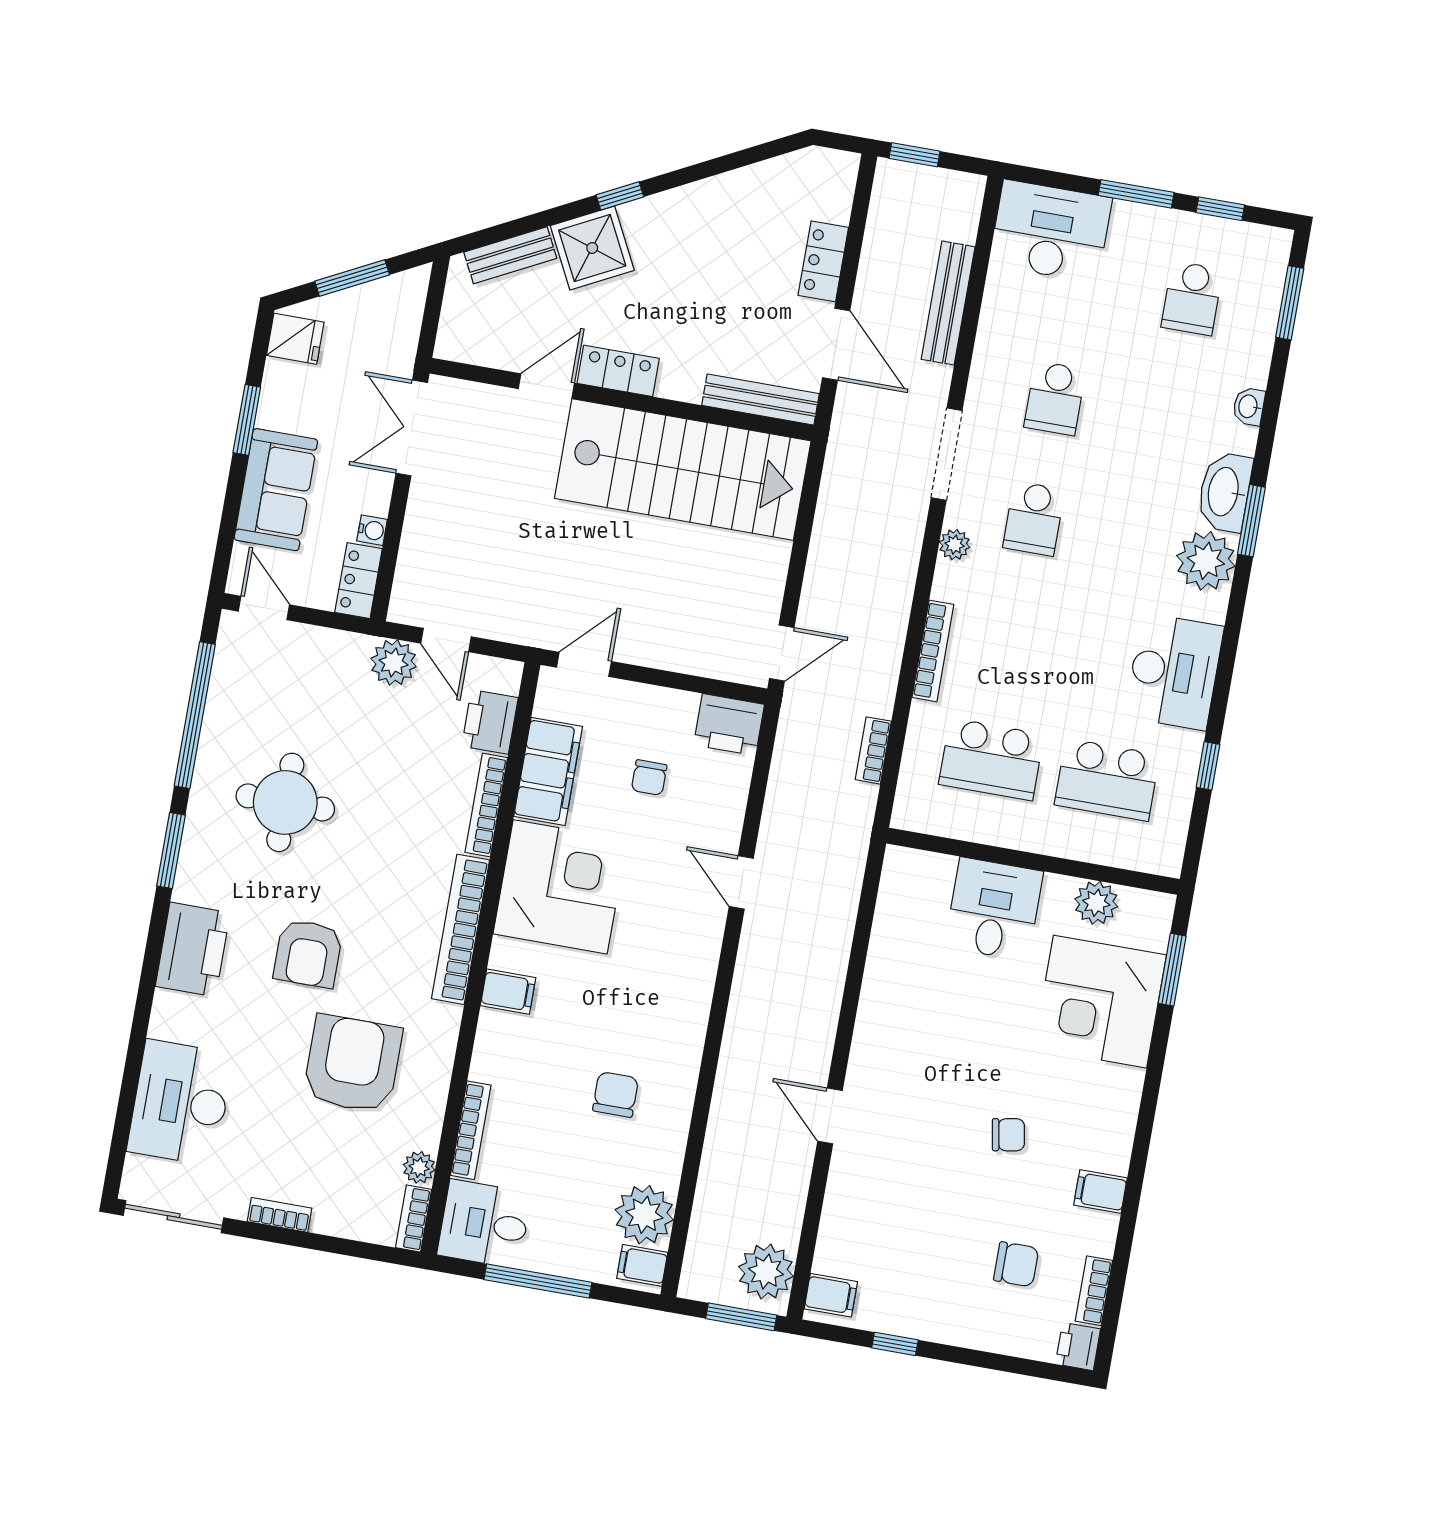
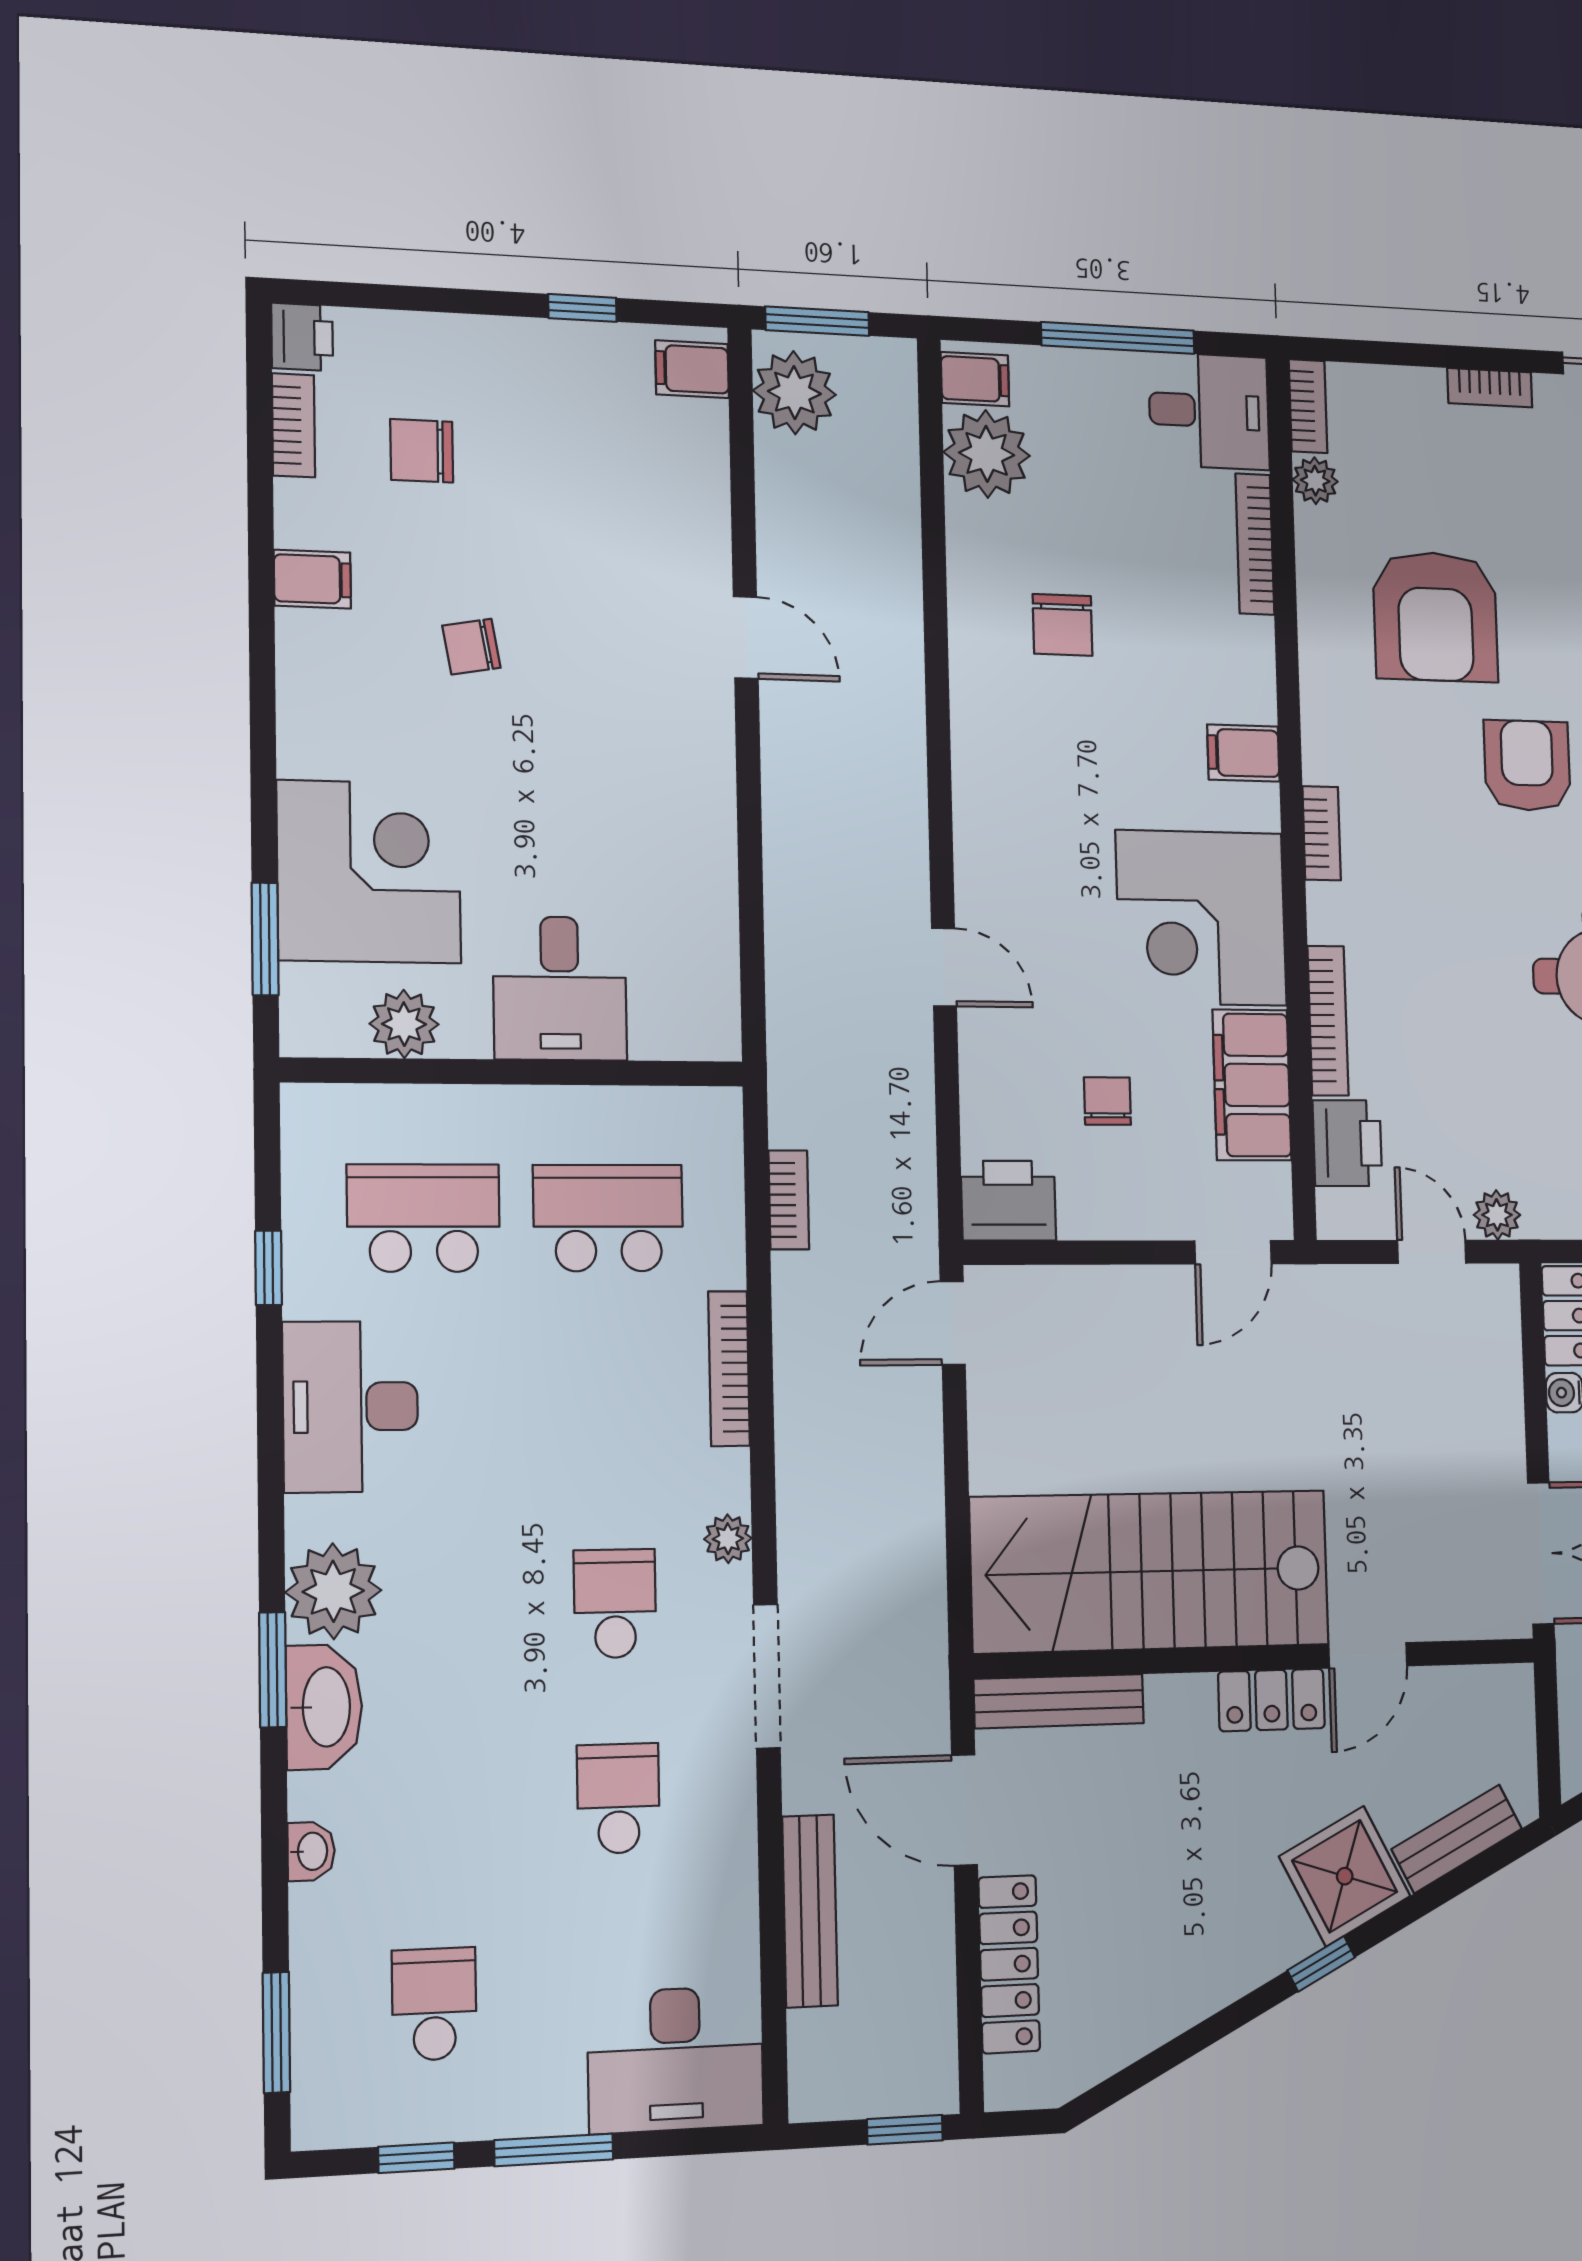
locker: (823, 261) -> (1009, 1964), width x1.53
plant: (394, 662) -> (1497, 1215), width x0.73, depth x0.73
bookcase: (461, 929) -> (1322, 833), width x0.43, depth x0.76

